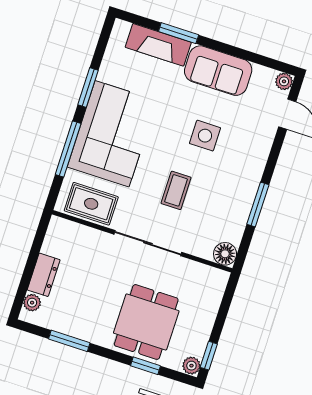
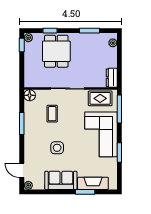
window: (68, 149) -> (119, 109), moved
coffee table: (176, 190) -> (52, 114), moved
dresser: (44, 275) -> (112, 78), moved

